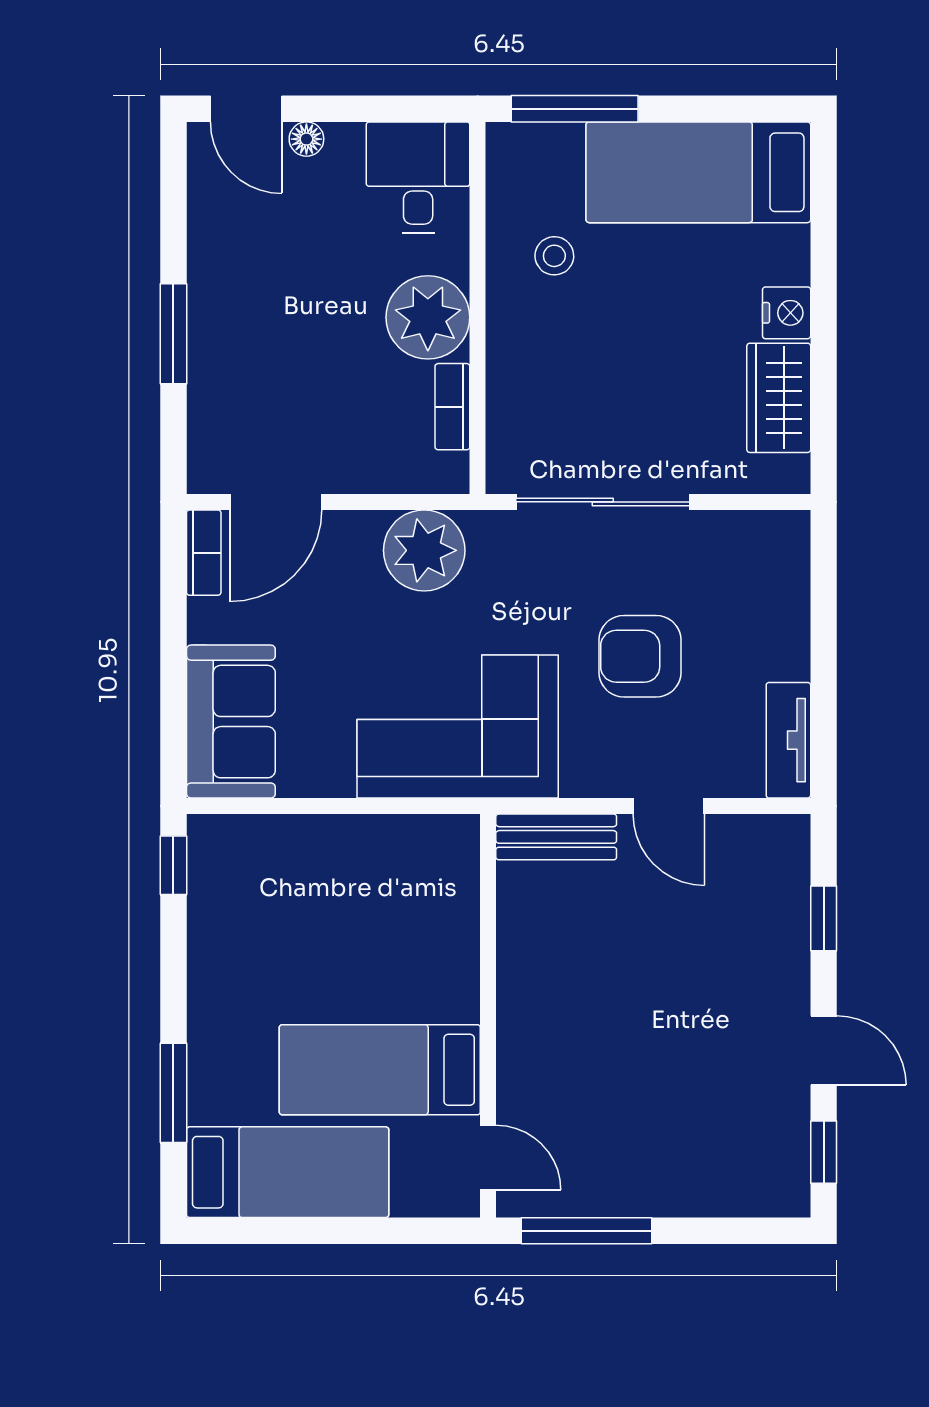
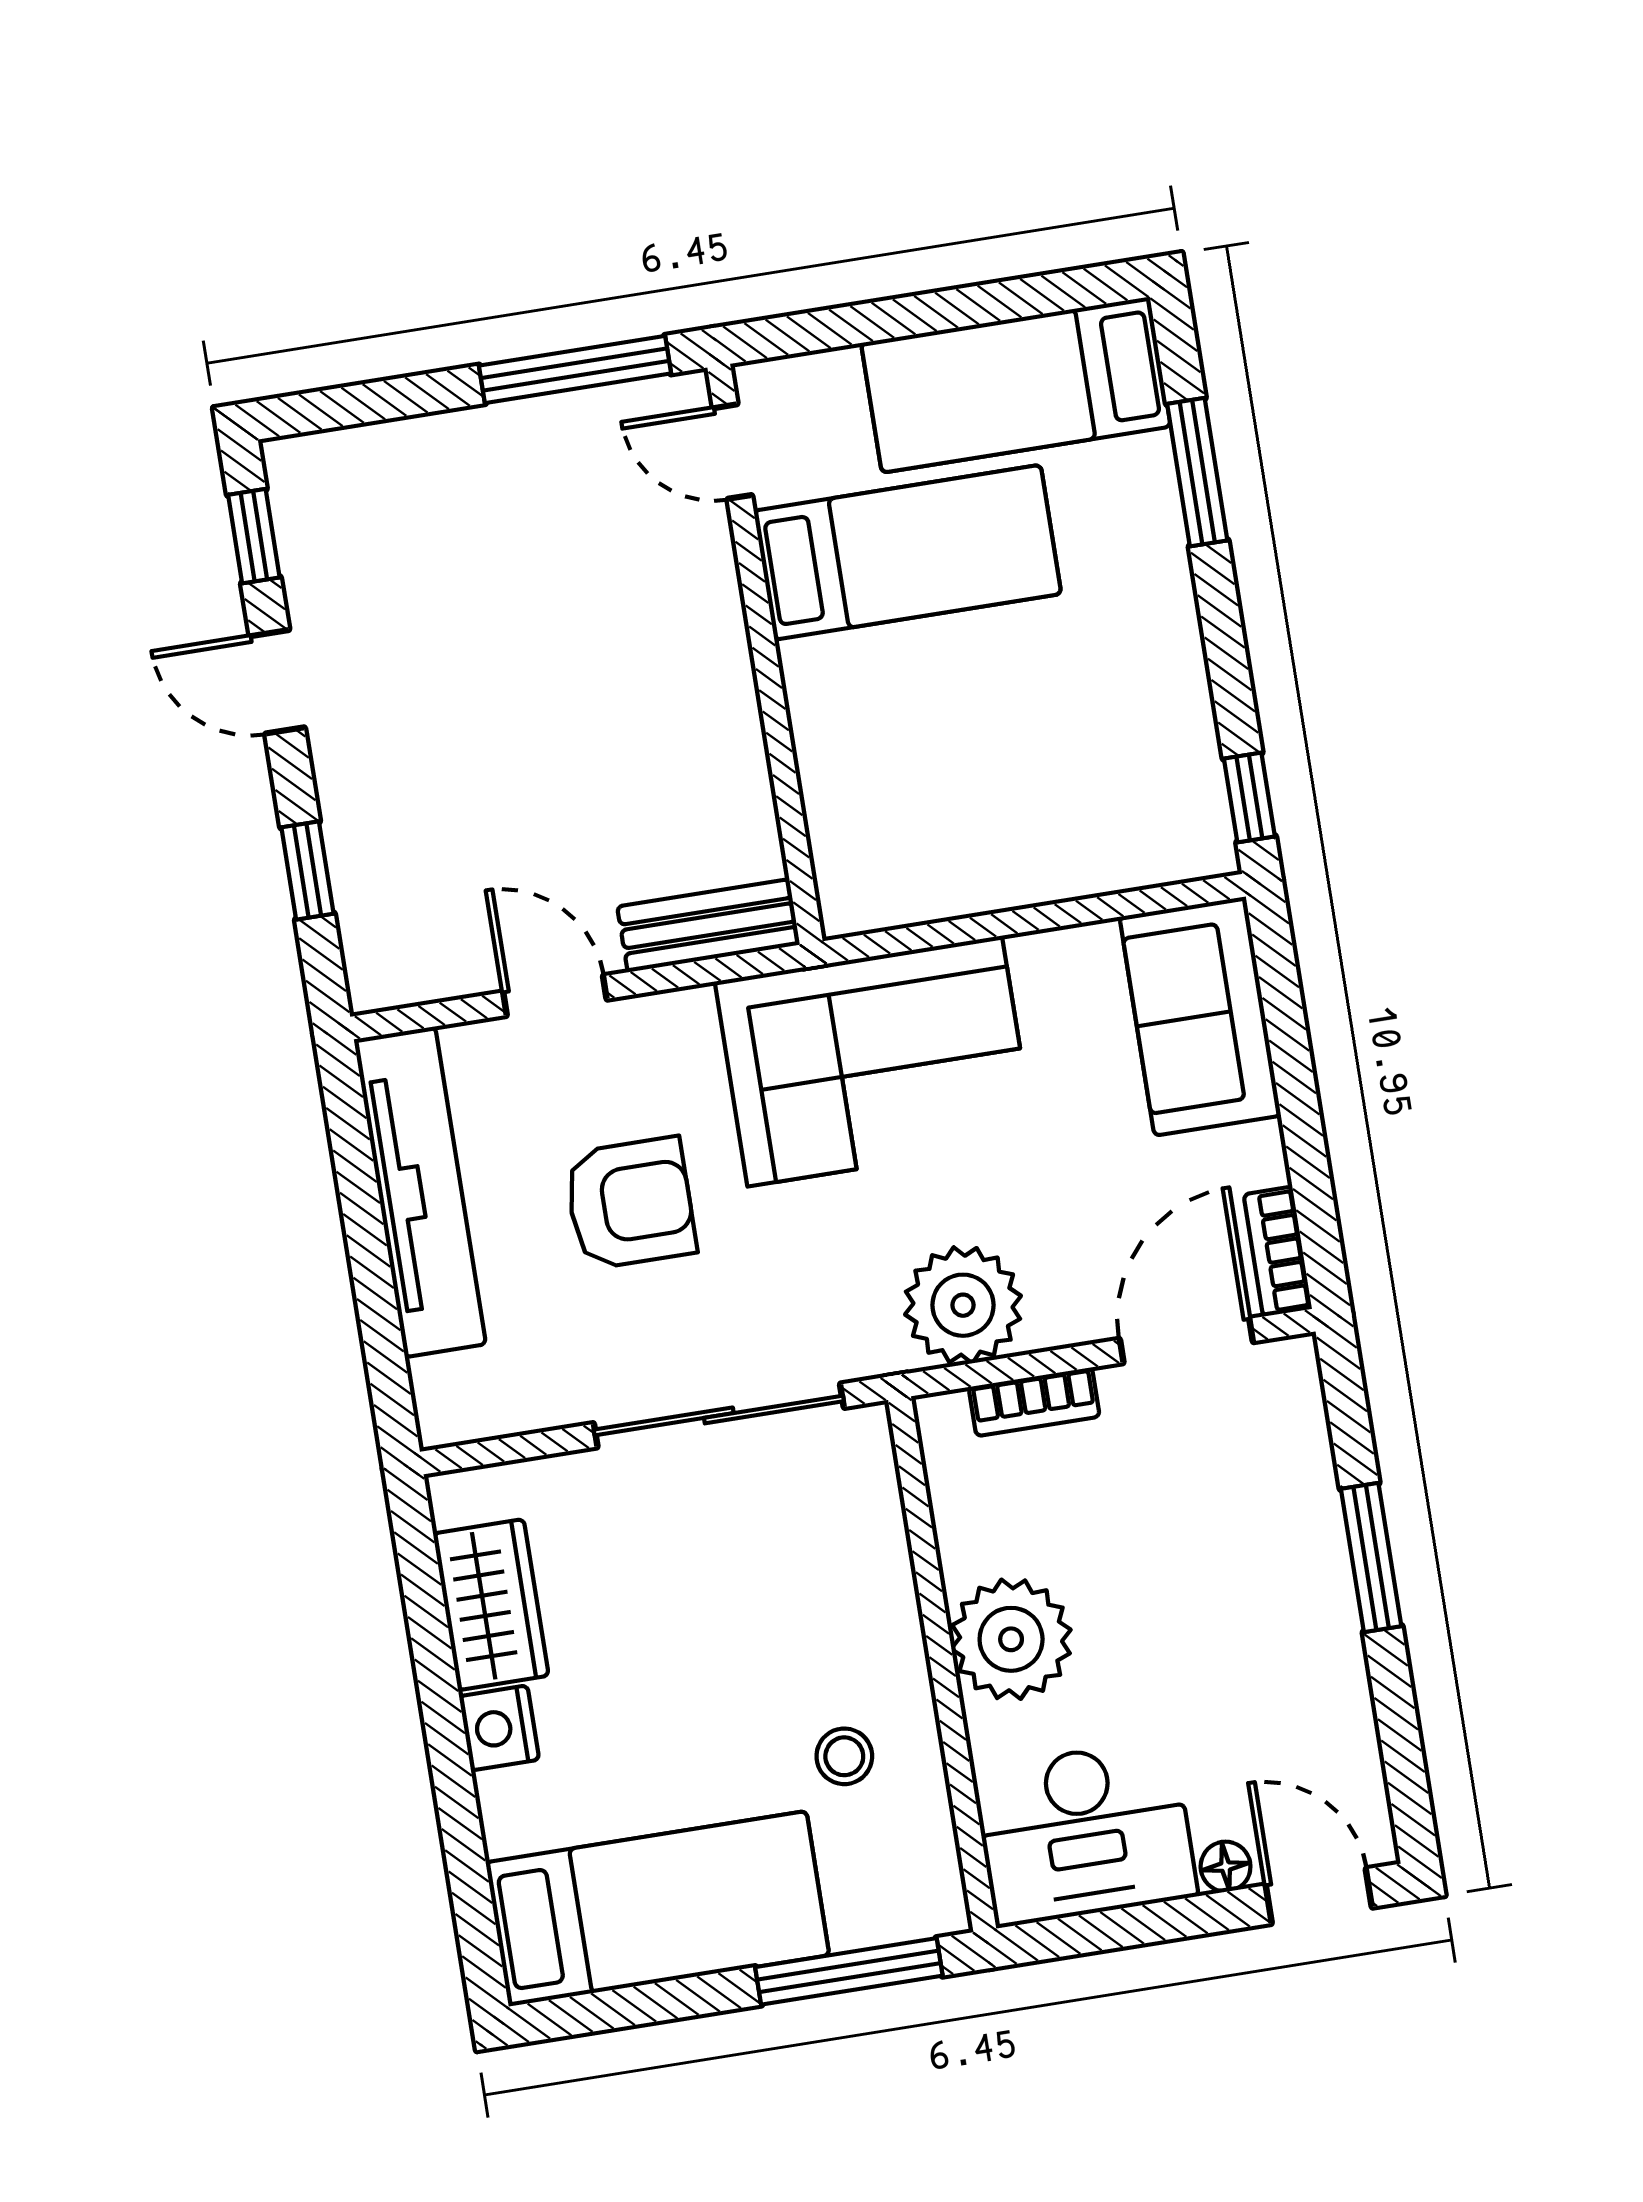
desk: (418, 178) -> (1085, 1833), width x1.37
bookcase: (452, 407) -> (1034, 1402), moved, turned 90
tv unit: (788, 740) -> (420, 1192), width x1.92, depth x1.29

